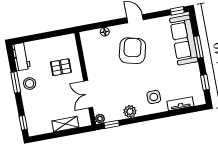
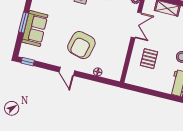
sofa: (184, 40) -> (35, 28), width x0.73
pallet: (61, 67) -> (149, 59), turned 90

